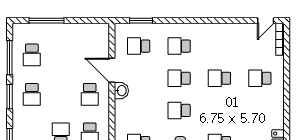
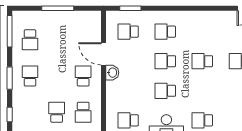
window: (47, 21) -> (58, 8), moved
window: (10, 58) -> (10, 31), moved
school desk: (32, 94) -> (30, 76), turned 180
school desk: (90, 94) -> (83, 76), turned 180

